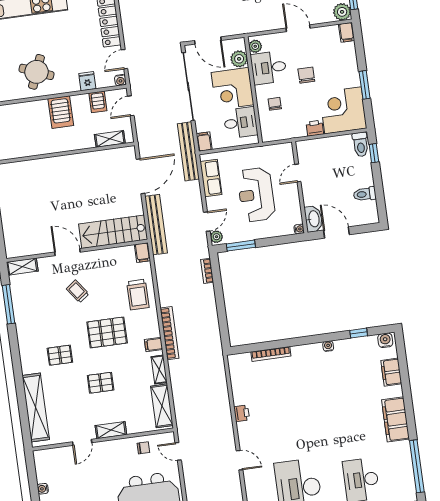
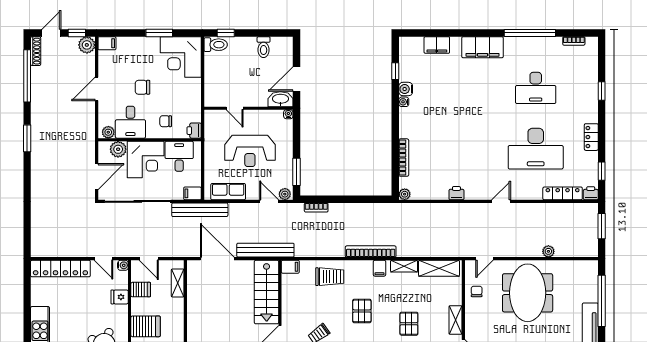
printer: (315, 128) -> (194, 131), moved
pallet: (107, 332) -> (362, 311), width x0.67, depth x0.71
water cooler: (385, 340) -> (406, 89), moved
plant: (233, 360) -> (405, 194), added

